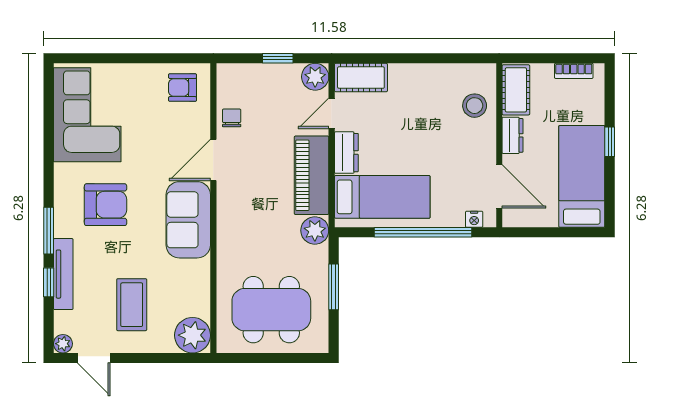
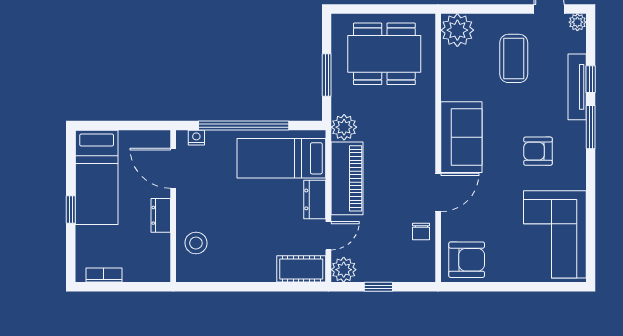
armchair: (183, 88) -> (467, 260), width x1.38, depth x1.38
cot: (516, 90) -> (158, 258), removed
armchair: (106, 205) -> (538, 151), width x0.72, depth x0.72

